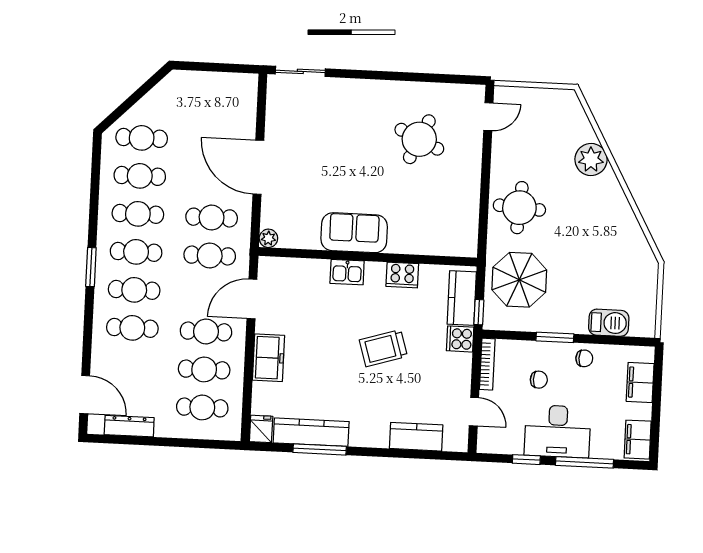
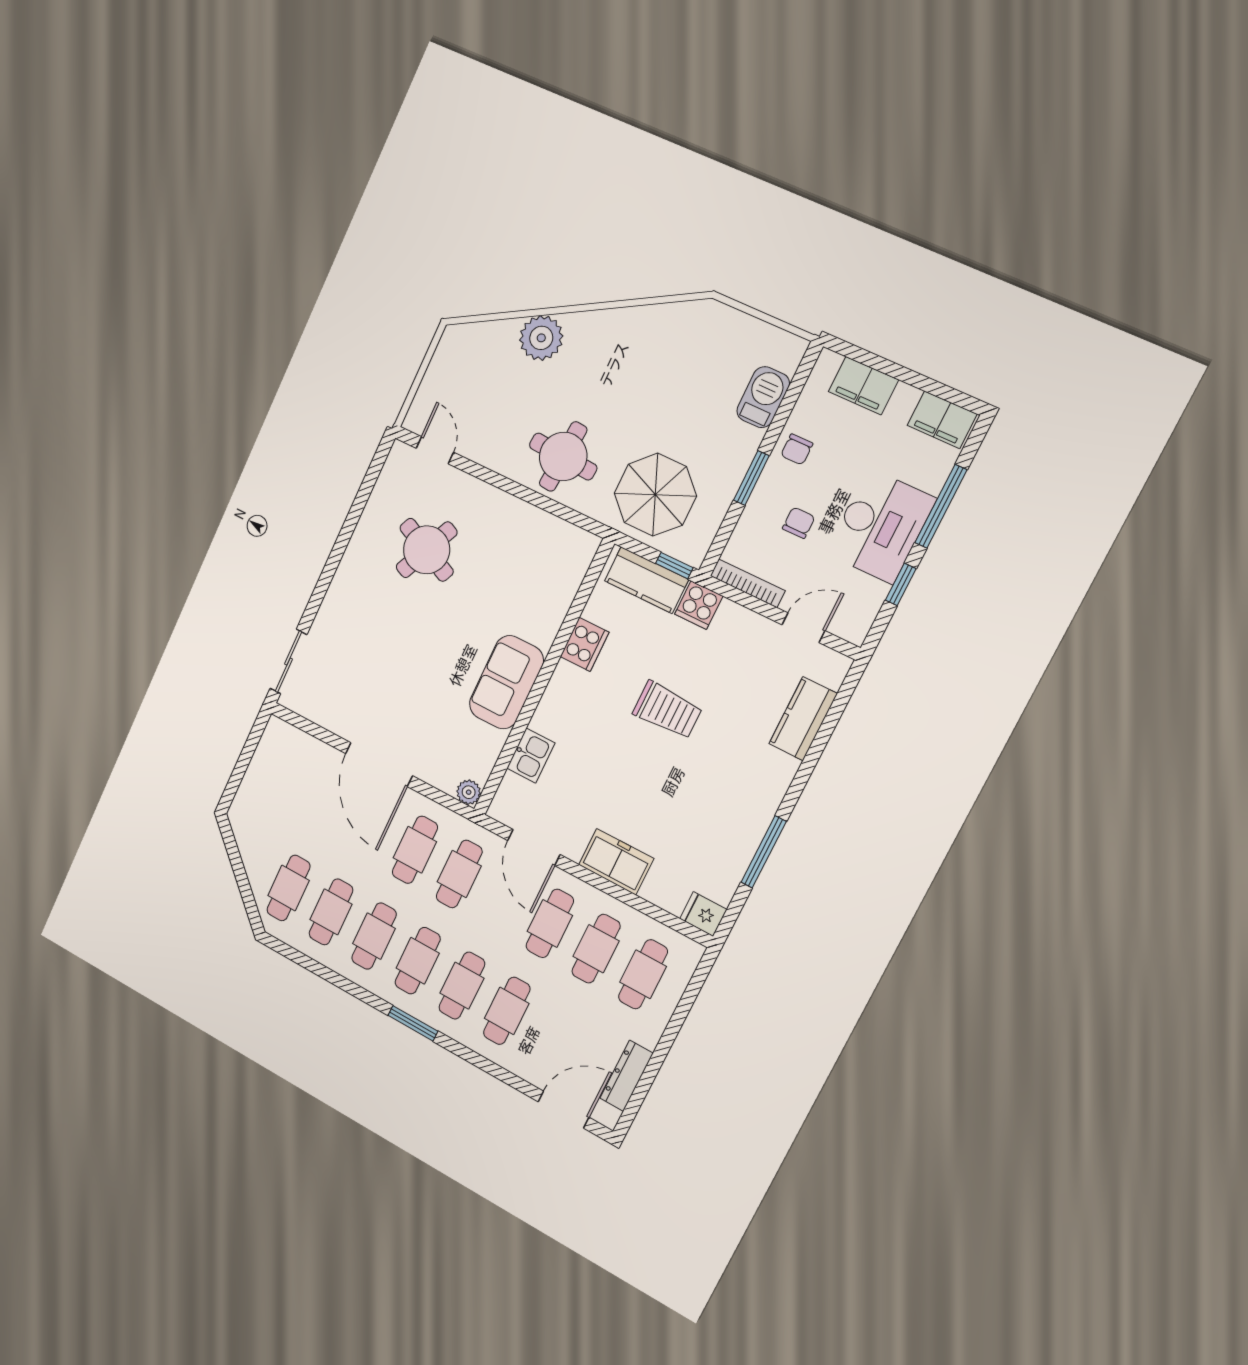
door: (258, 167) -> (379, 765), hinge flipped
kitchen sink: (347, 272) -> (531, 756), moved
trolley: (383, 348) -> (667, 710), turned -73
chair: (584, 358) -> (797, 449), turned 180
kitchen counter: (311, 432) -> (736, 852), removed

